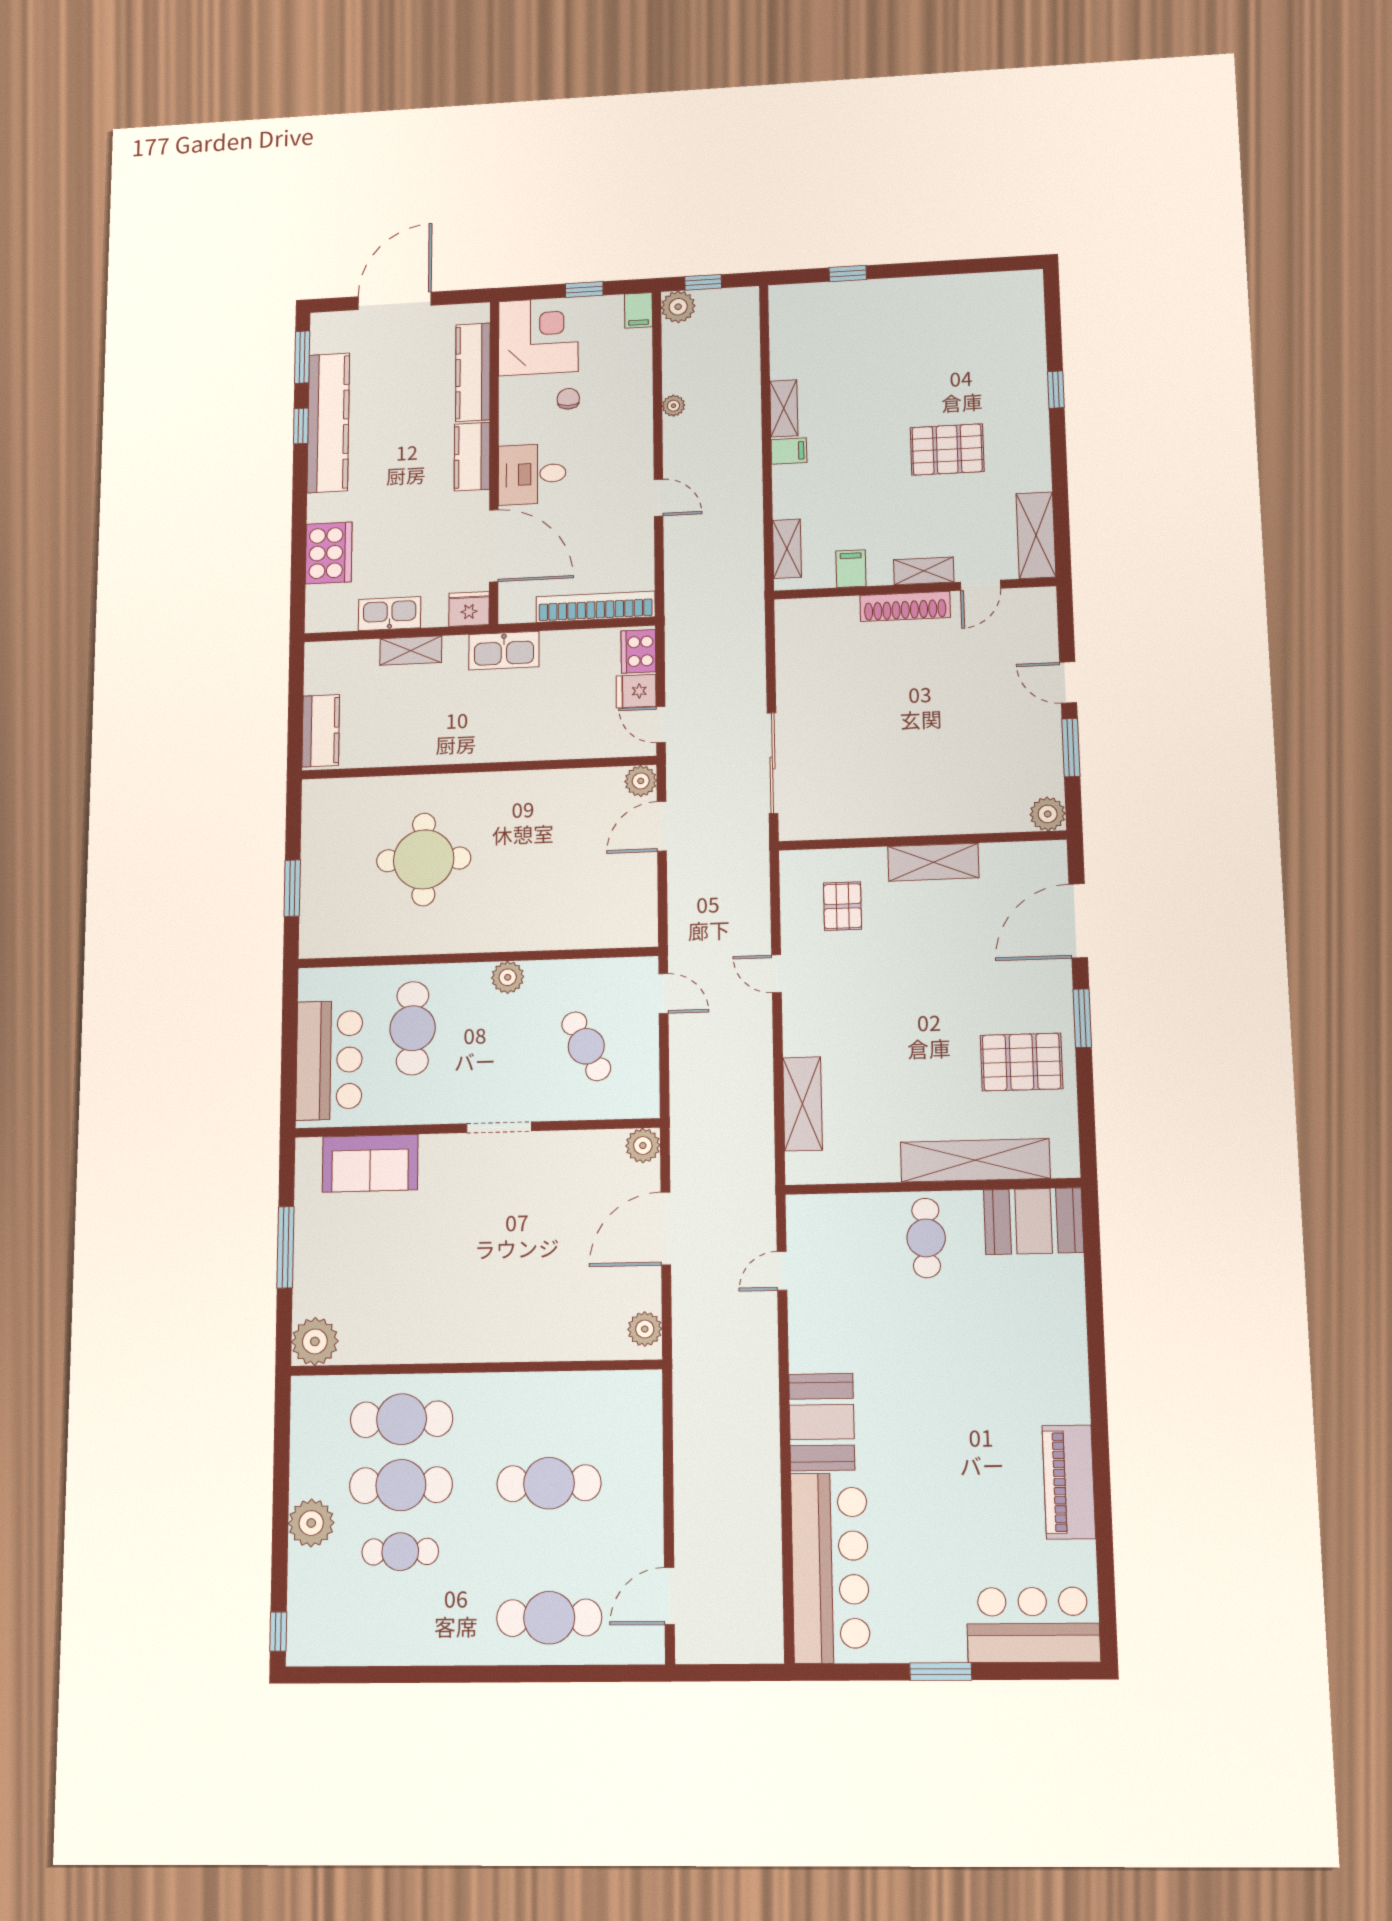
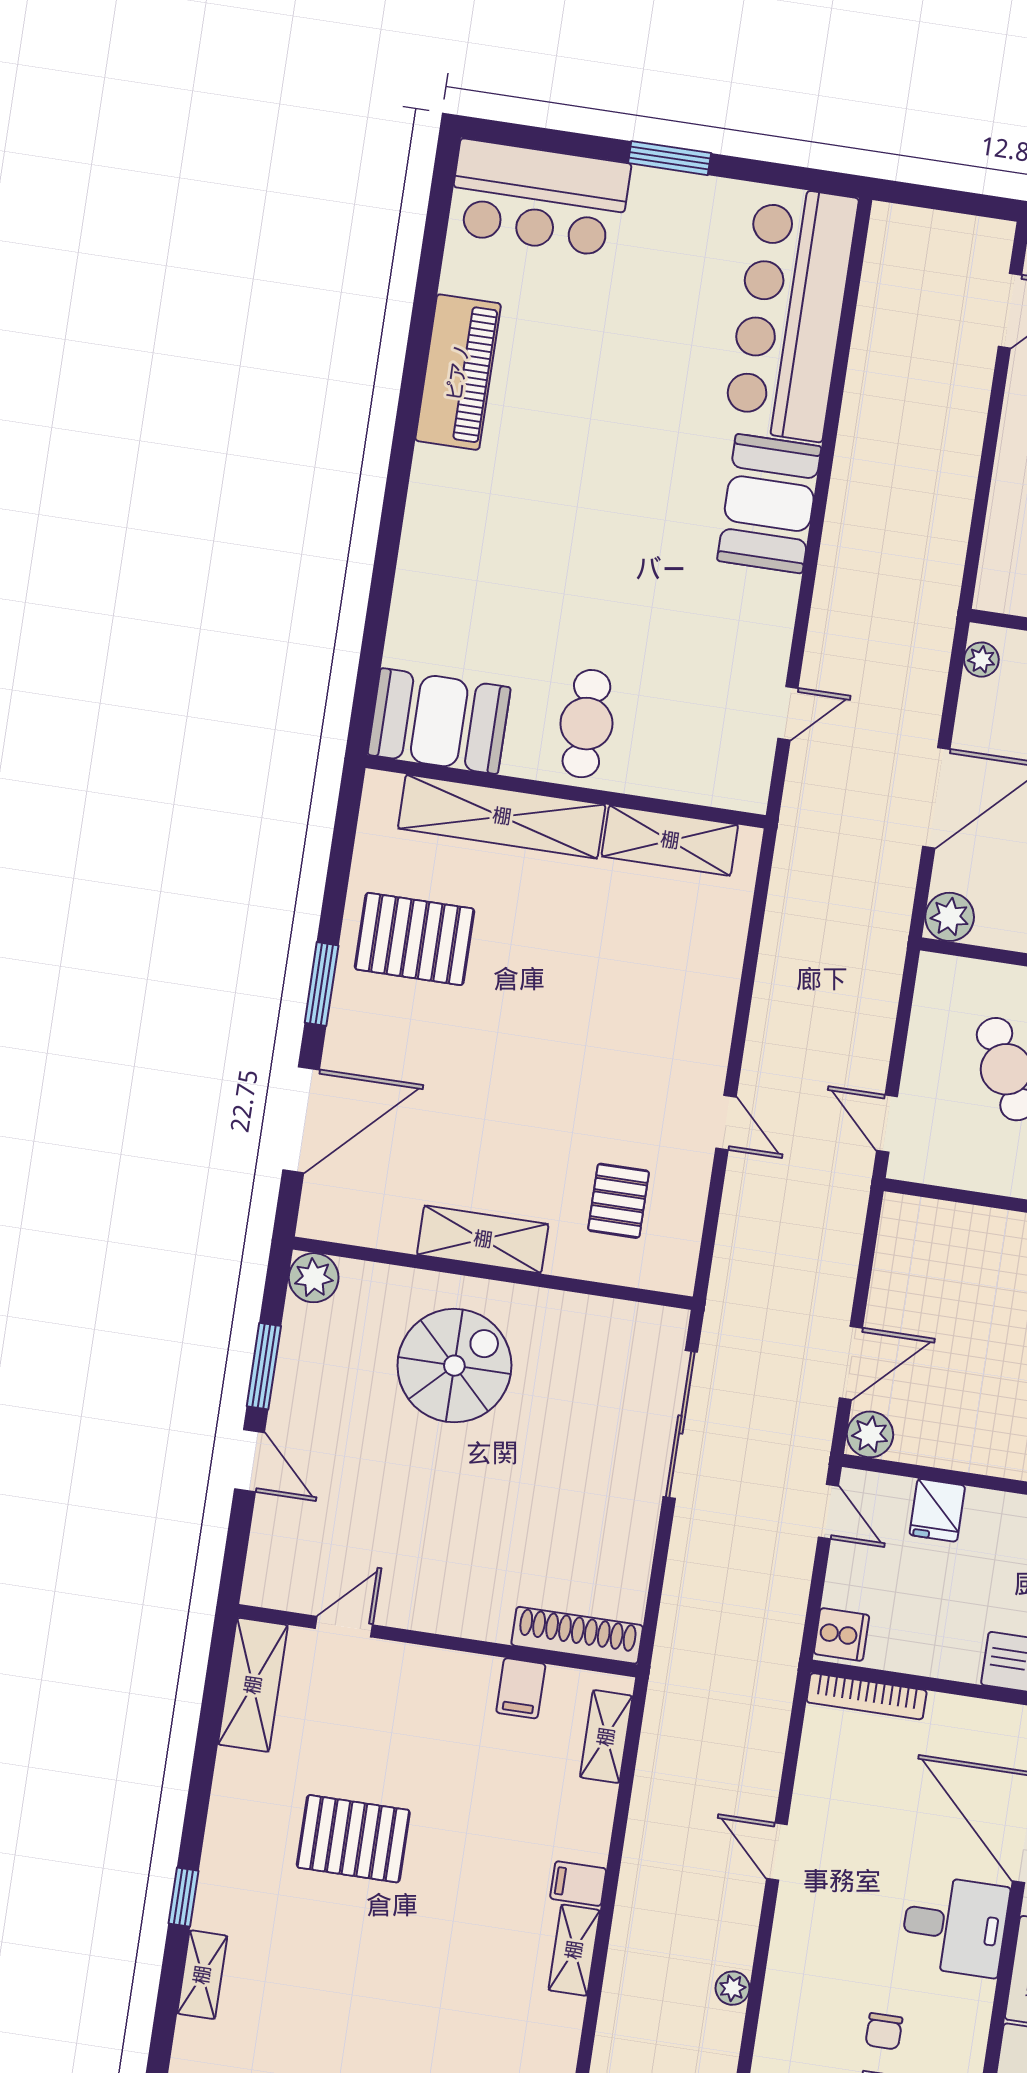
shelving: (924, 571) -> (202, 1975), moved, turned 90
shoe rack: (905, 606) -> (577, 1635), moved
bookcase: (596, 607) -> (867, 1696), width x0.68, depth x0.76
cooker: (638, 651) -> (842, 1635), width x0.73
fridge: (636, 691) -> (937, 1510), moved, turned 90
spiral stairs: (937, 773) -> (454, 1366), added
shelving: (802, 1104) -> (670, 840), moved, turned 90
plant: (645, 1329) -> (981, 660), width x0.73, depth x0.73

